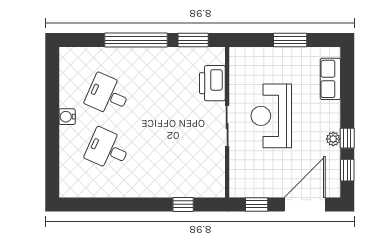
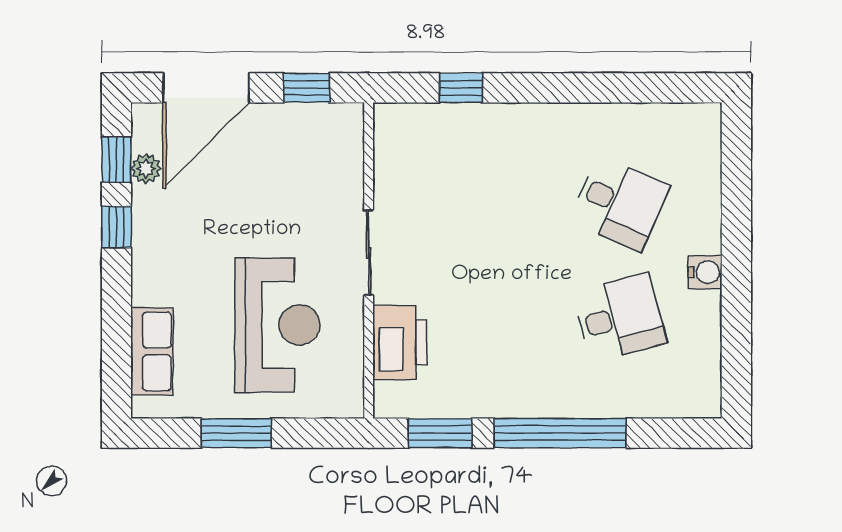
desk: (108, 95) -> (620, 318), turned -39
reception desk: (271, 116) -> (277, 325), moved
plant: (333, 139) -> (146, 169), moved

